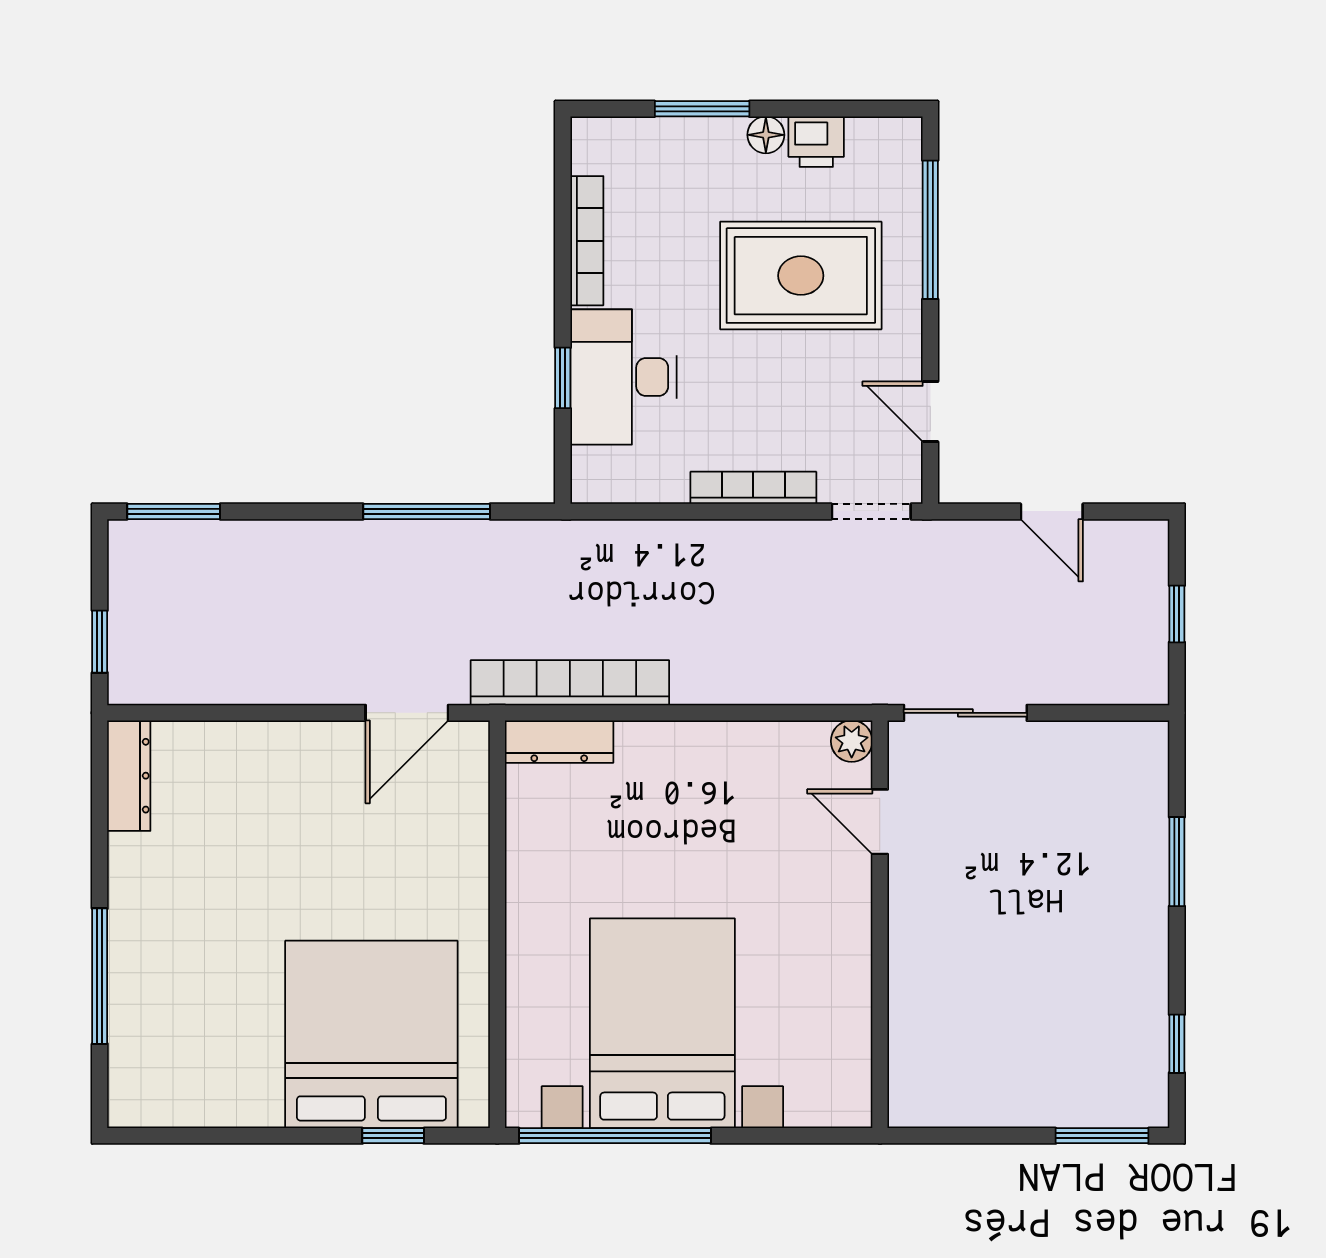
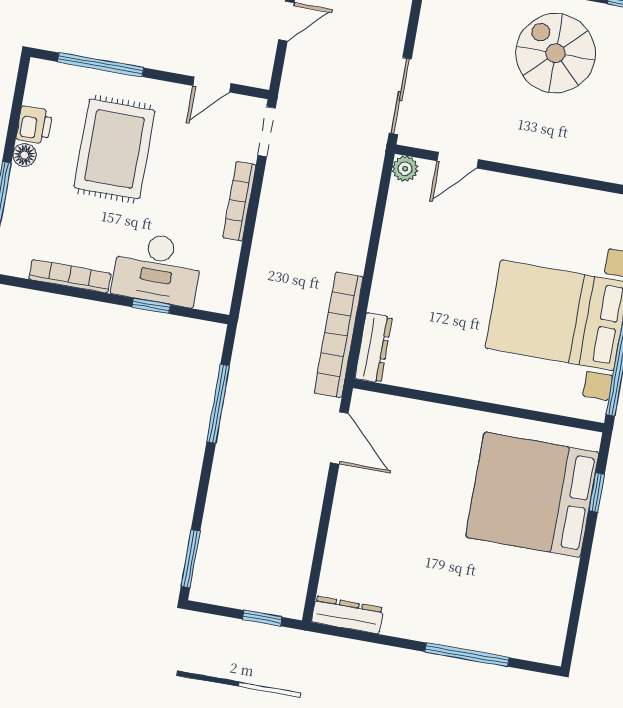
spiral stairs: (1077, 947) -> (556, 53), added

